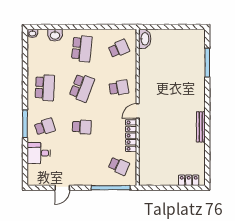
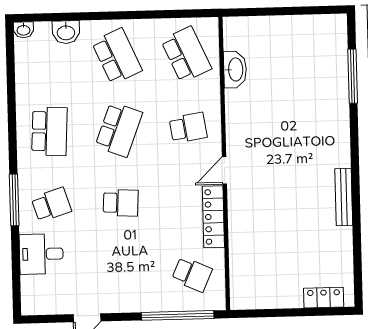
washbasin: (145, 39) -> (235, 70), moved
school desk: (82, 49) -> (117, 56), turned -30
school desk: (119, 49) -> (186, 54), width x1.85

